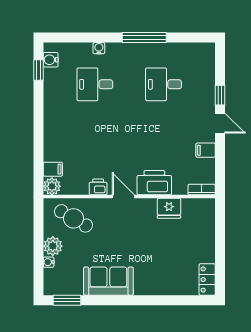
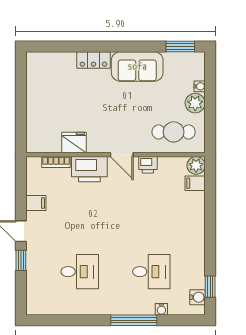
window: (144, 38) -> (134, 320), moved
water cooler: (99, 48) -> (161, 309), moved
bookcase: (202, 189) -> (56, 162), moved
cafe table: (74, 218) -> (174, 132), turned -30
locker: (207, 280) -> (93, 60), moved, turned 90

